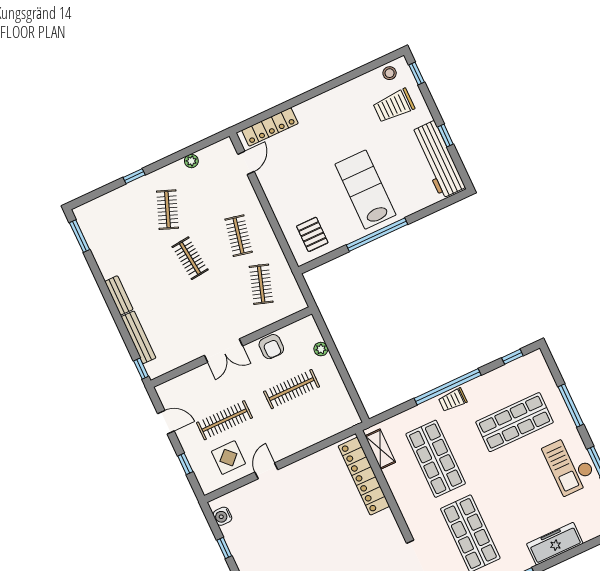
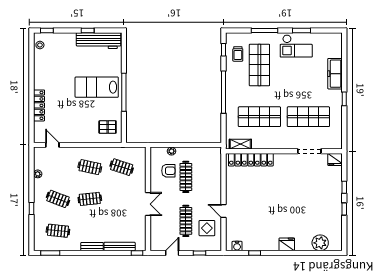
trolley: (394, 106) -> (59, 51), removed
locker: (270, 127) -> (39, 105), moved
clothes rail: (119, 232) -> (58, 231), added
armchair: (271, 347) -> (168, 171), moved
trolley: (453, 400) -> (238, 54), moved

